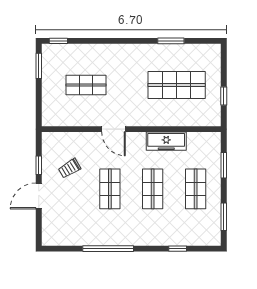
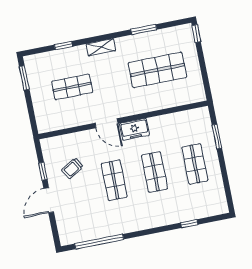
window: (58, 41) -> (63, 46), moved
shelving: (123, 50) -> (101, 47), added
window: (224, 96) -> (196, 34), moved
freezer: (166, 141) -> (134, 129), moved, width x0.71
window: (224, 217) -> (227, 185), removed
window: (108, 249) -> (99, 242), moved

